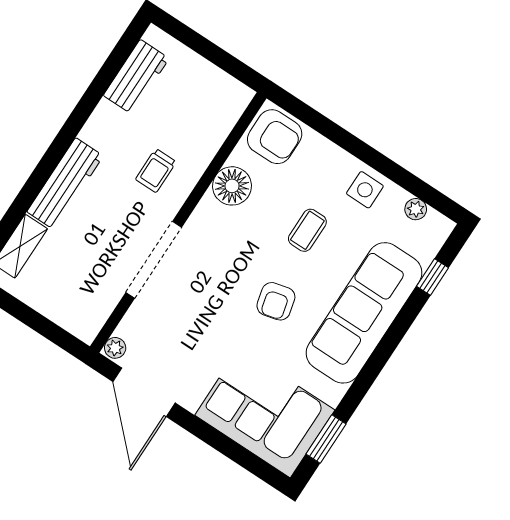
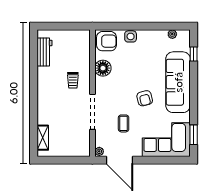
workbench: (65, 184) -> (44, 106), removed
side table: (365, 190) -> (131, 36), moved
coffee table: (307, 230) -> (124, 123), moved

